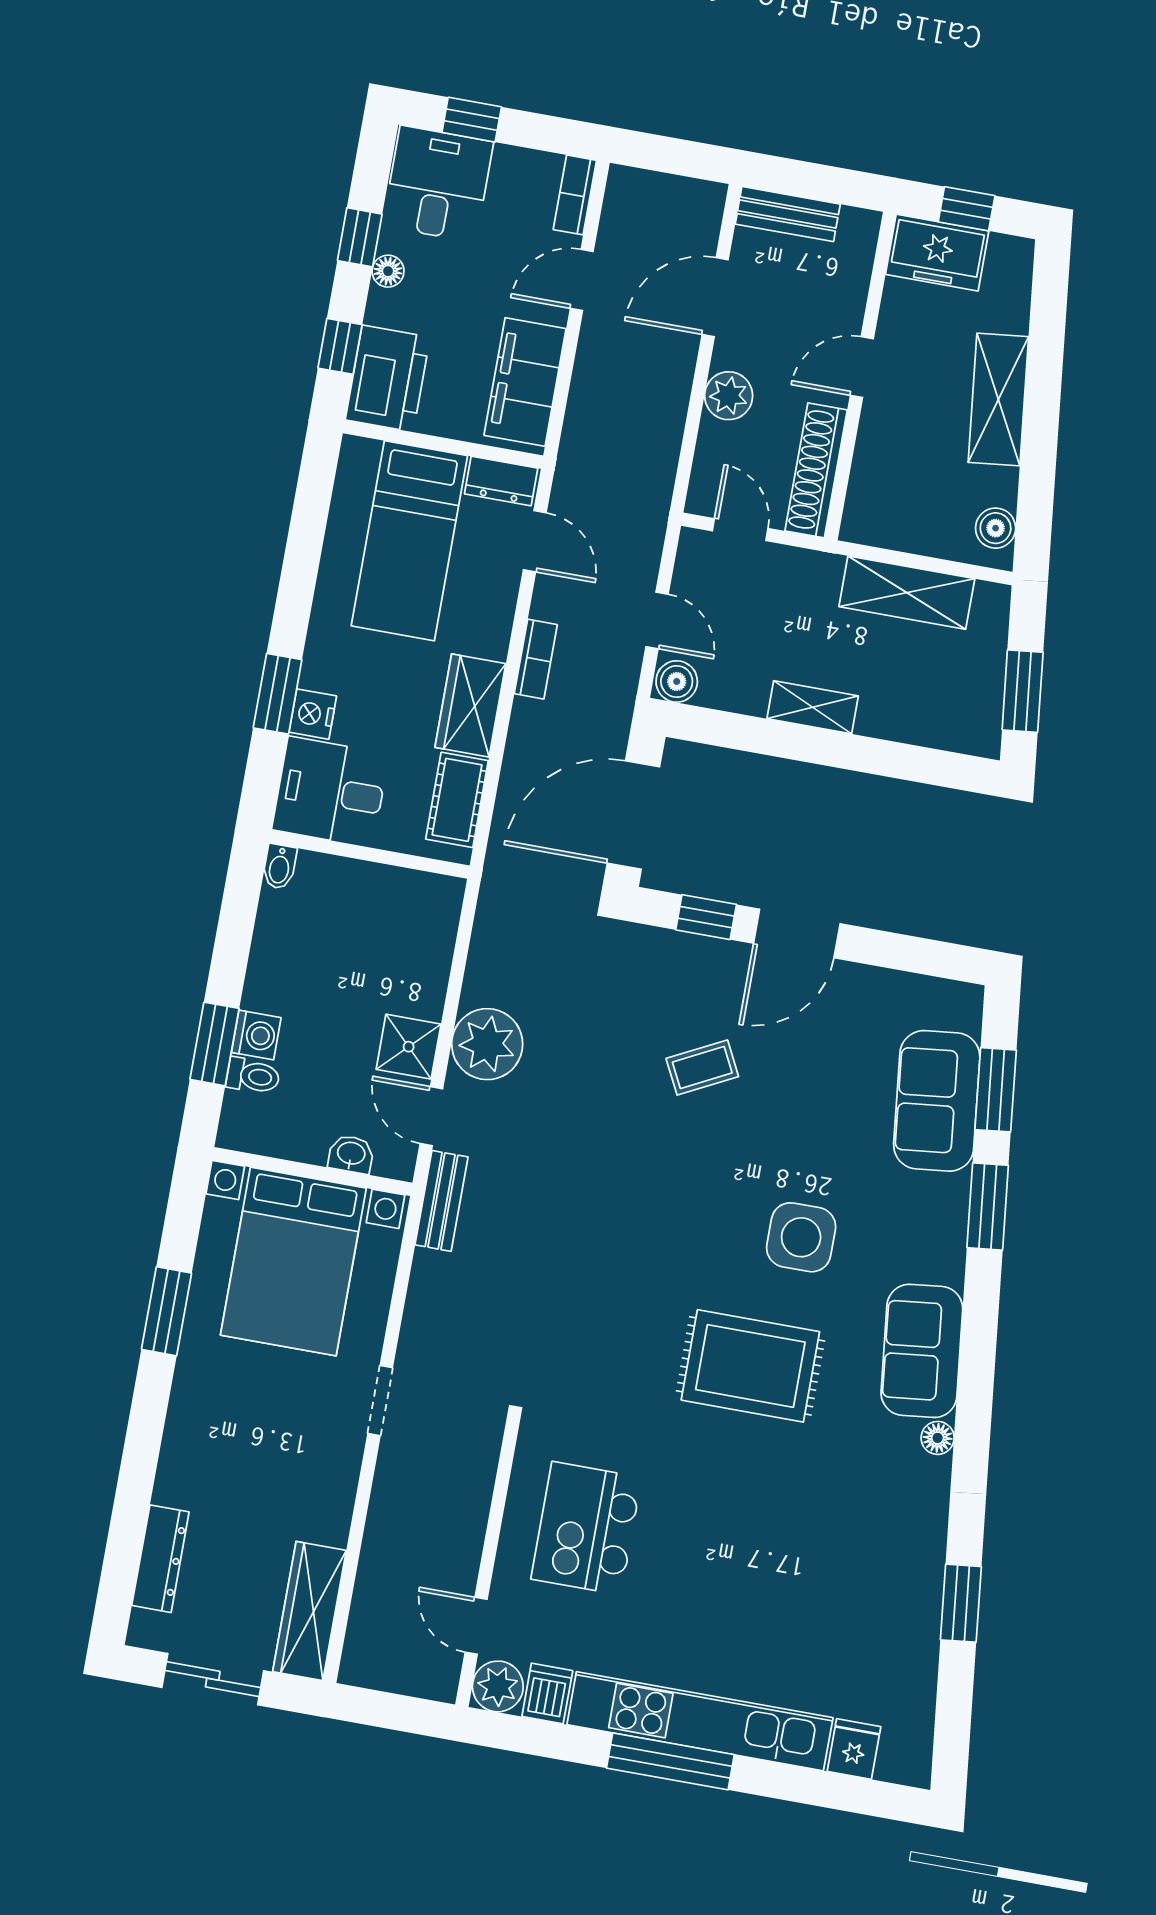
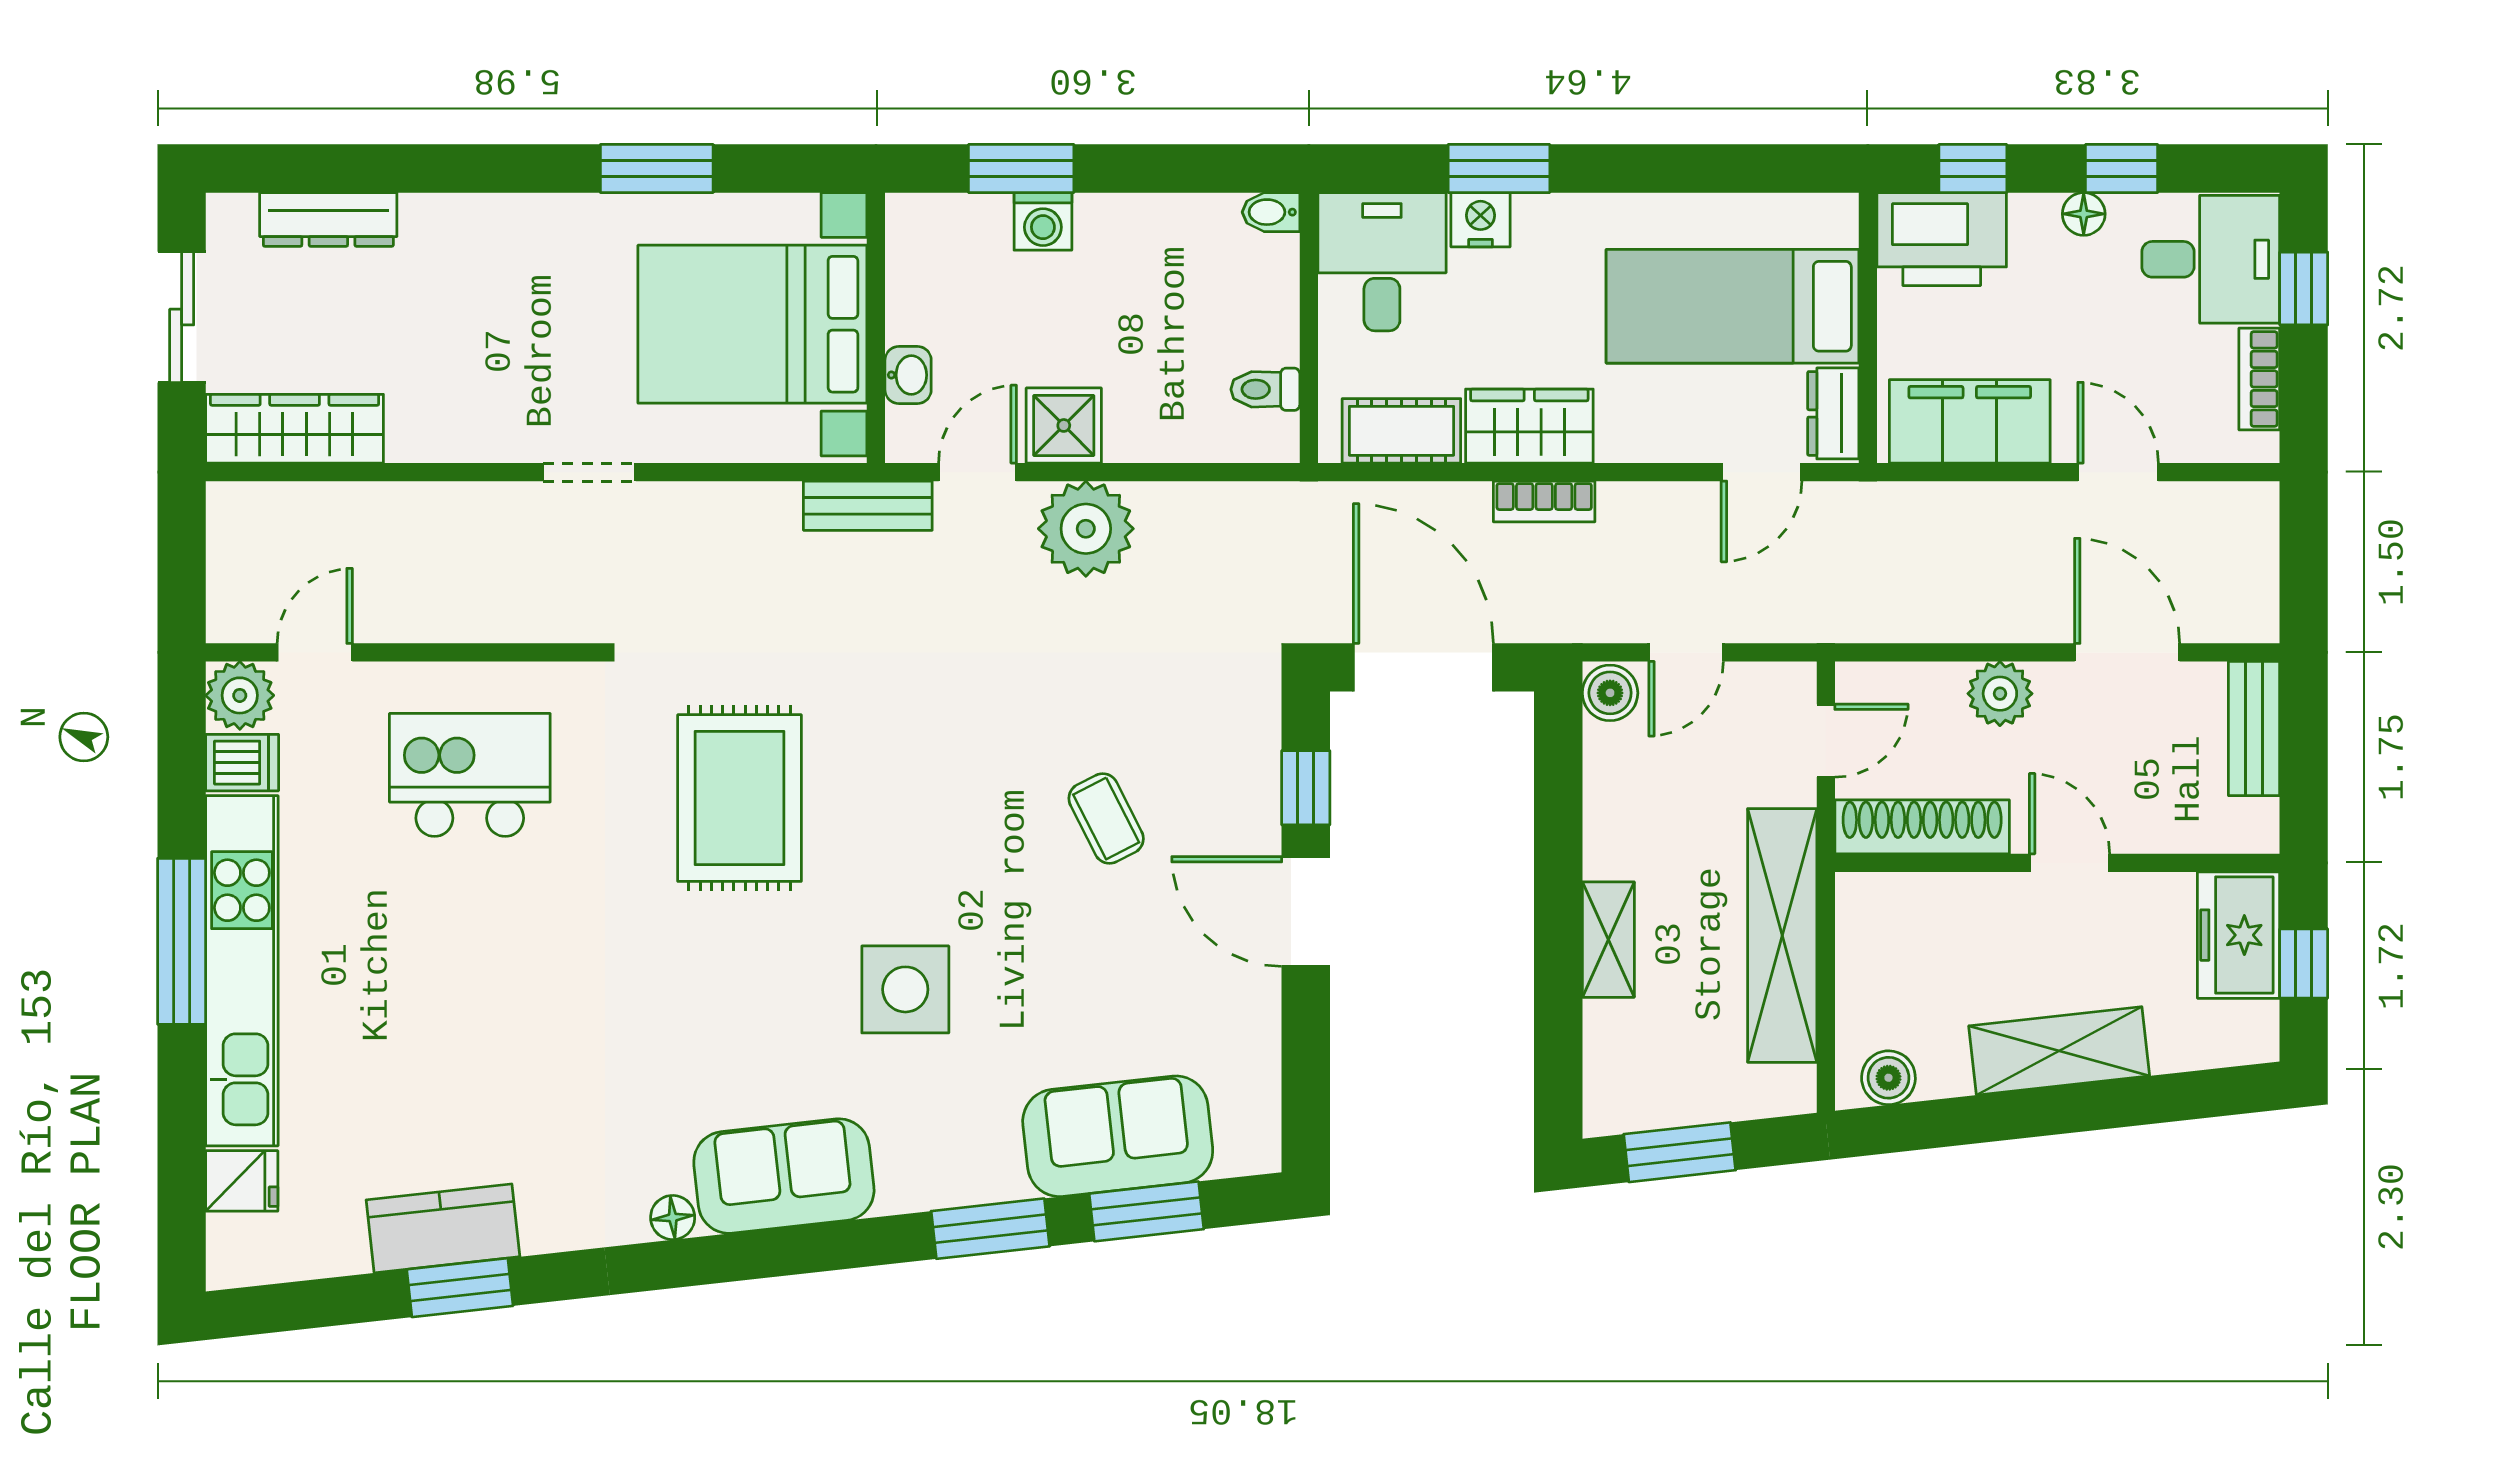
bookcase: (575, 195) -> (2259, 379), moved, turned -90
shelving: (907, 593) -> (1782, 935), width x1.47
bookcase: (536, 659) -> (1544, 501), moved
shelving: (813, 707) -> (1608, 940), moved
toilet: (253, 1076) -> (1265, 389), moved, turned 90
rug: (750, 1366) -> (739, 798), moved
kitchen counter: (915, 1608) -> (443, 1228), added

